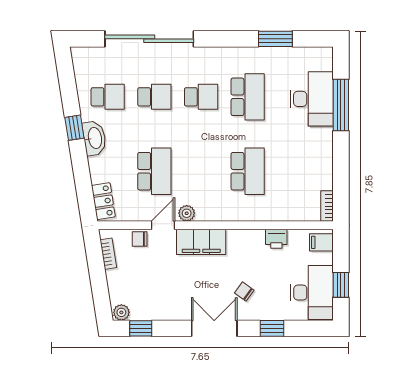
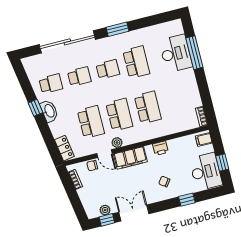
window: (275, 39) -> (117, 29), moved
school desk: (201, 171) -> (119, 115), added
door: (163, 225) -> (104, 154), swing flipped
printer: (276, 239) -> (160, 148), moved
plant: (121, 312) -> (105, 210), moved
double door: (214, 328) -> (134, 213), moved

